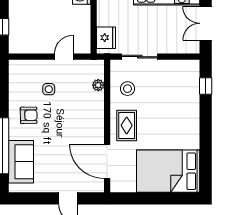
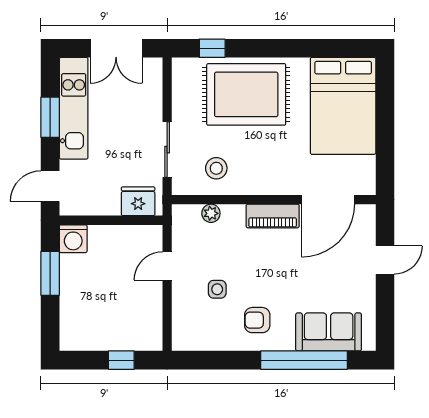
door: (64, 57) -> (167, 266), hinge flipped
armchair: (29, 115) -> (257, 320), turned -89
piano: (96, 125) -> (273, 216), added
rug: (127, 125) -> (246, 94), moved, width x1.86, depth x2.06

